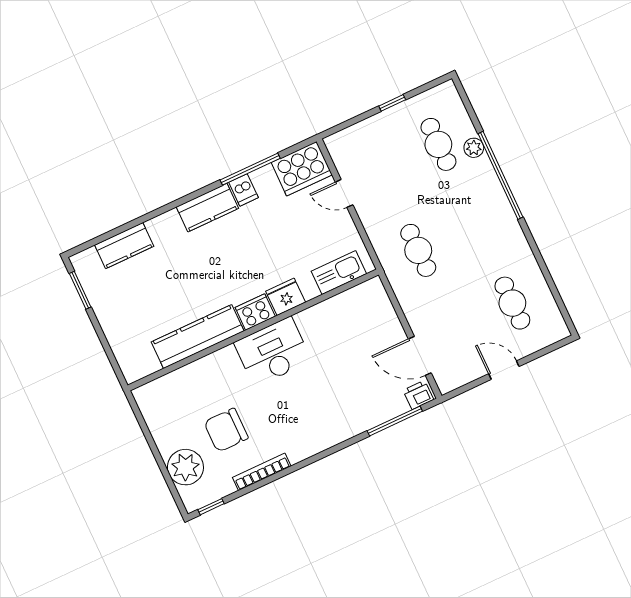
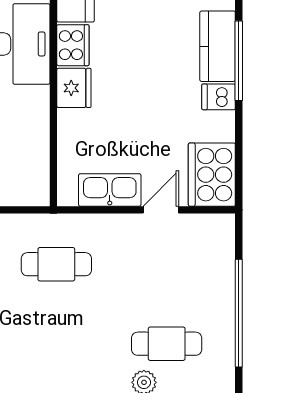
window: (392, 103) -> (239, 313), width x3.17
window: (250, 169) -> (239, 61), moved
kitchen sink: (339, 273) -> (110, 190), moved, turned -90

